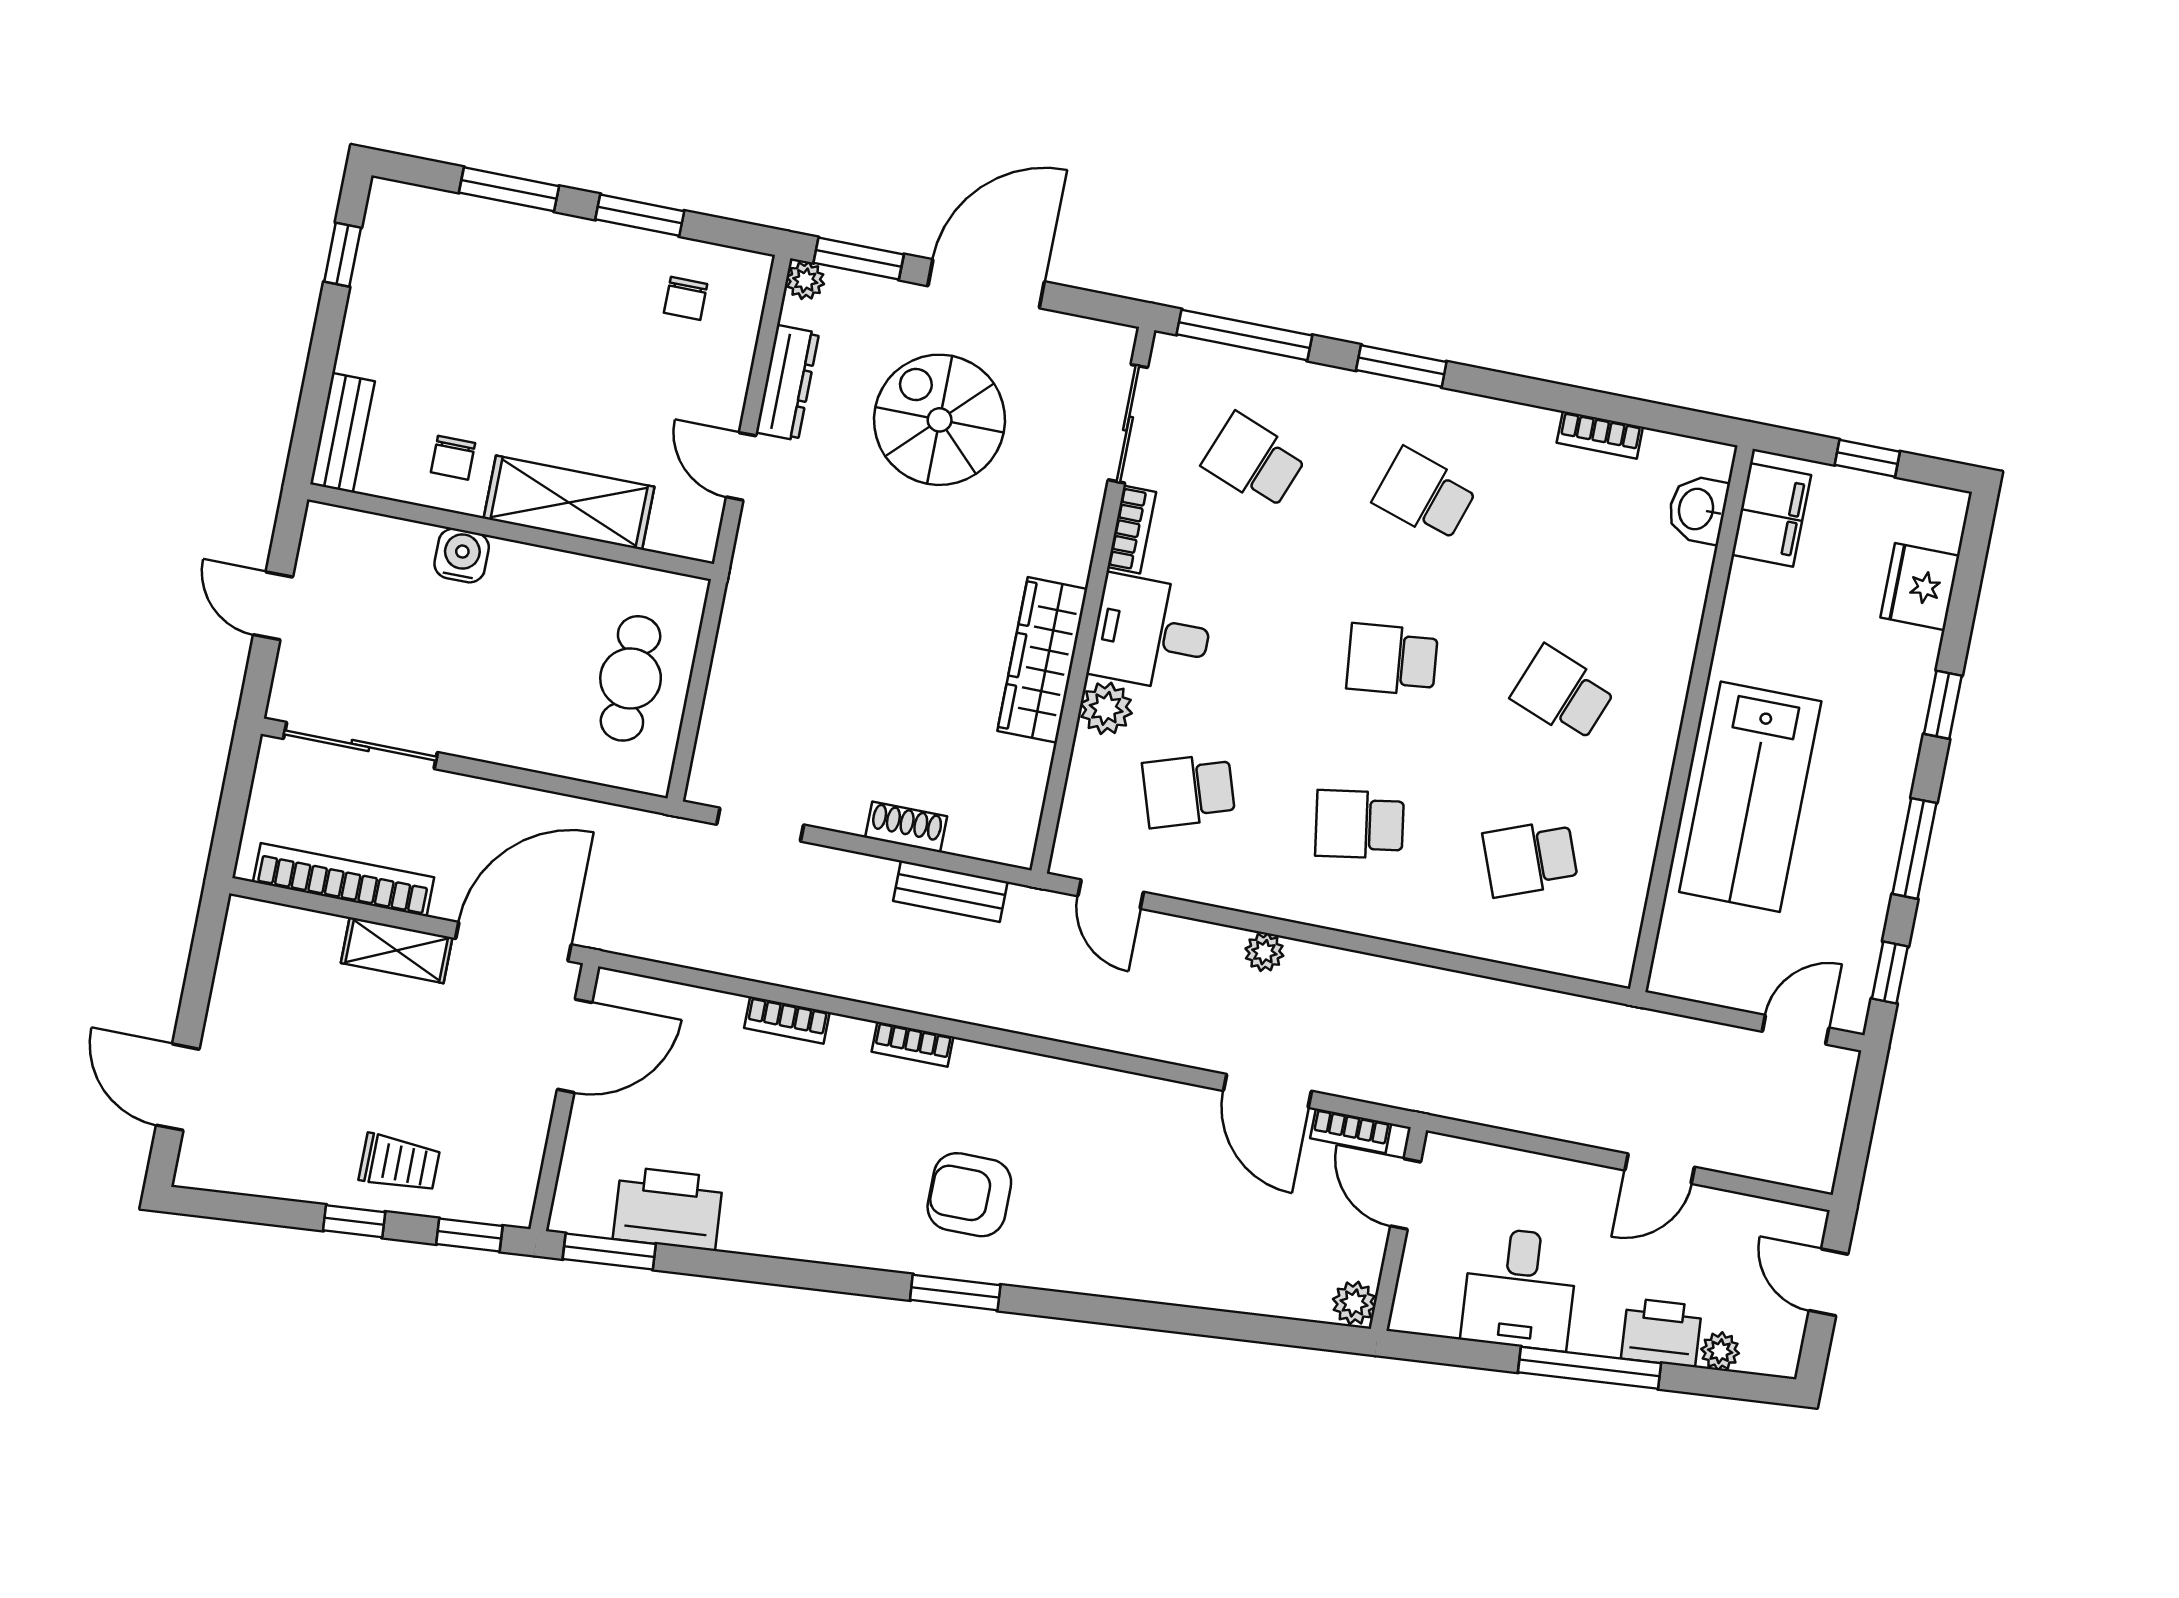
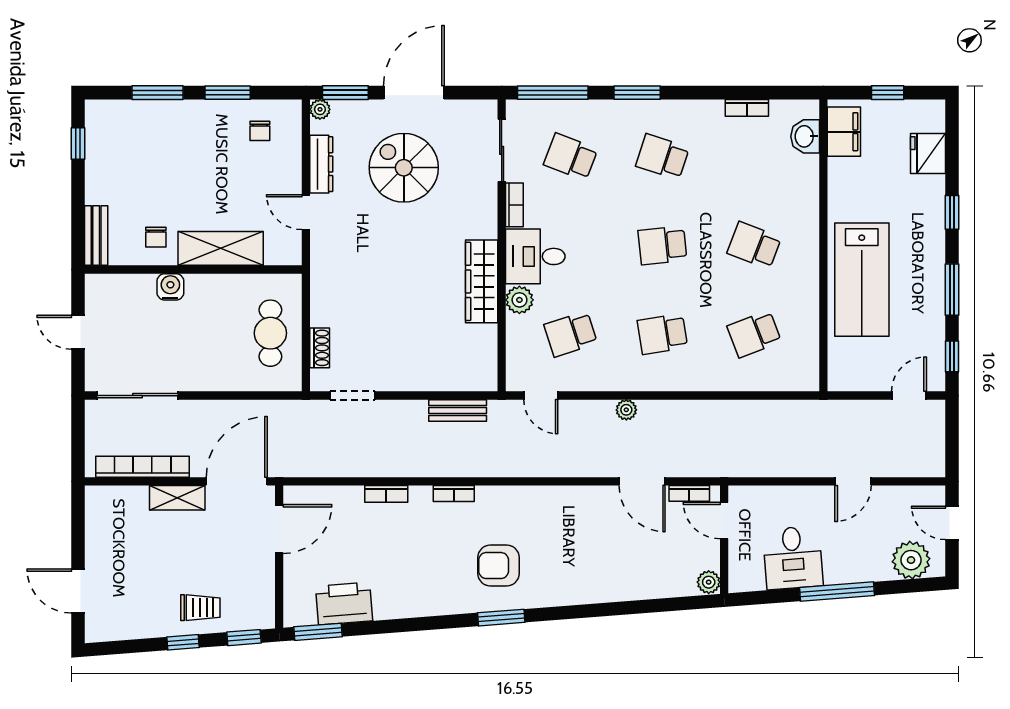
shoe rack: (906, 827) -> (320, 348), moved, turned 90
printer: (1661, 1332) -> (871, 566), removed
plant: (1720, 1351) -> (911, 560), width x1.87, depth x1.87

